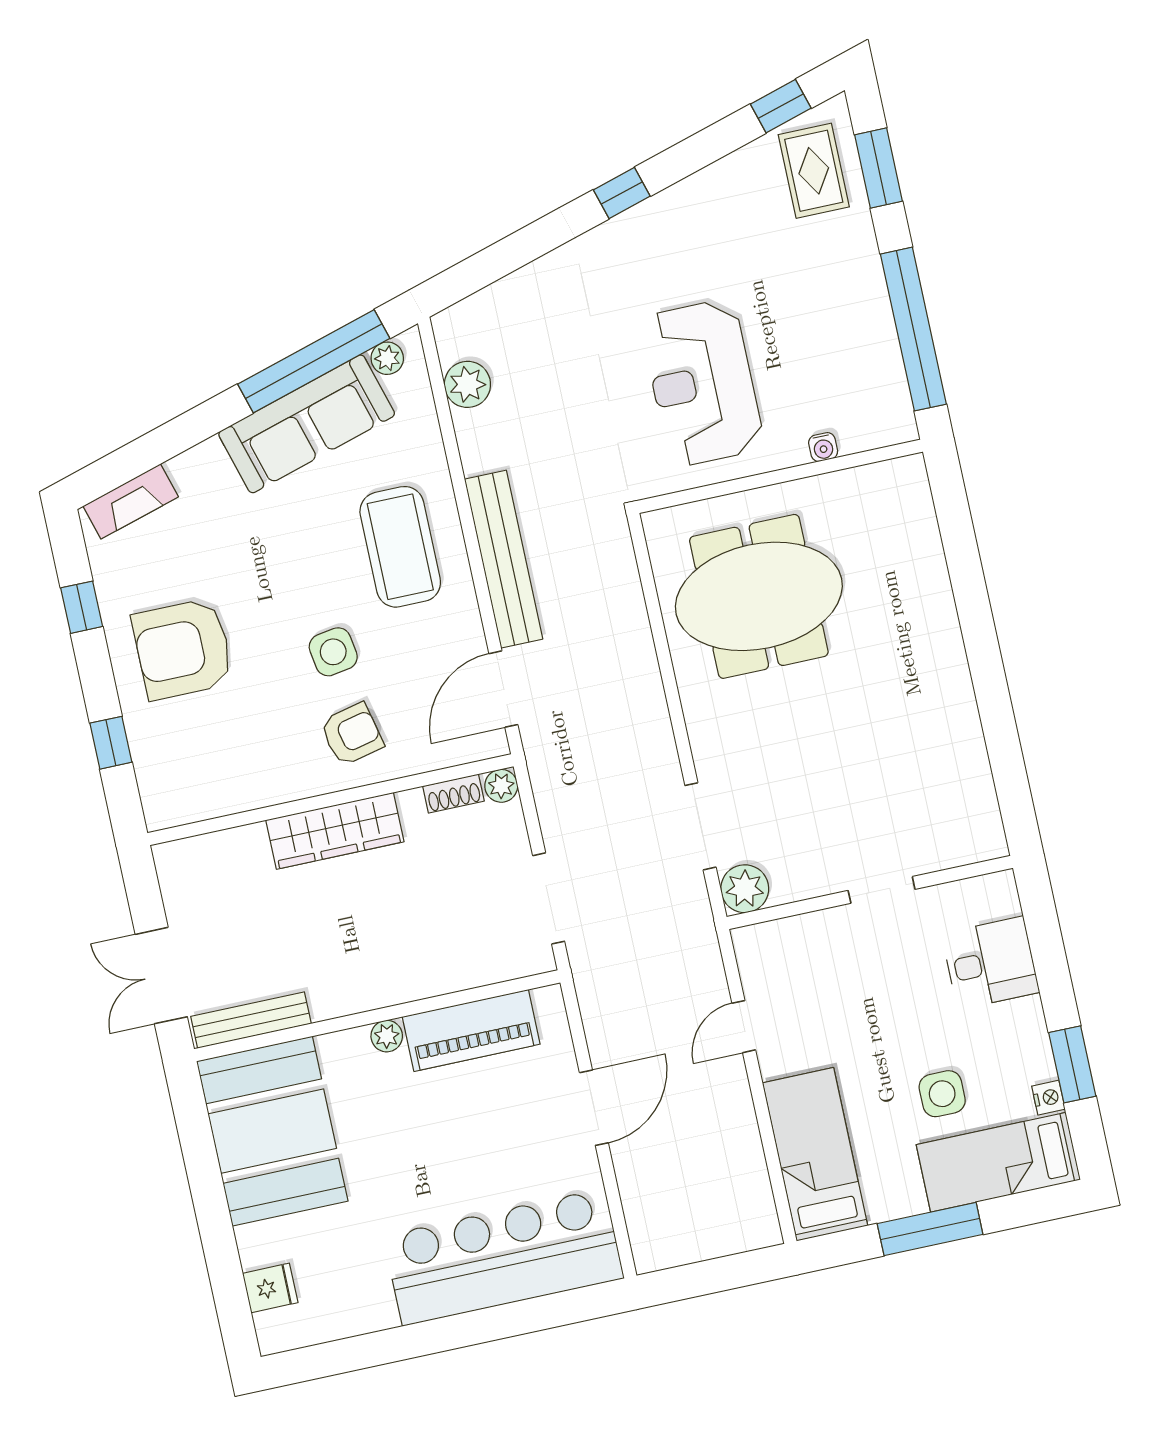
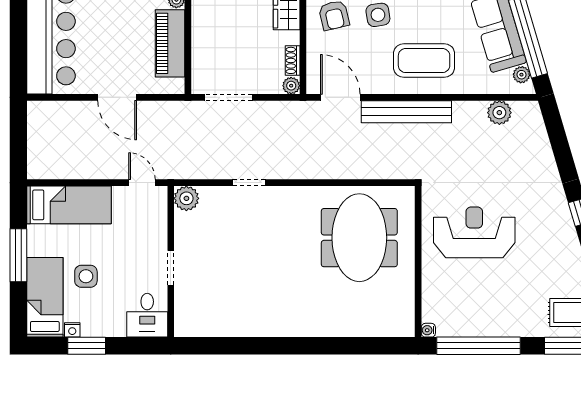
water cooler: (823, 447) -> (428, 330), moved
doorway: (701, 826) -> (249, 183), width x0.73
plant: (745, 889) -> (186, 198), moved
doorway: (882, 890) -> (171, 268), moved
wall: (870, 892) -> (171, 262), moved

